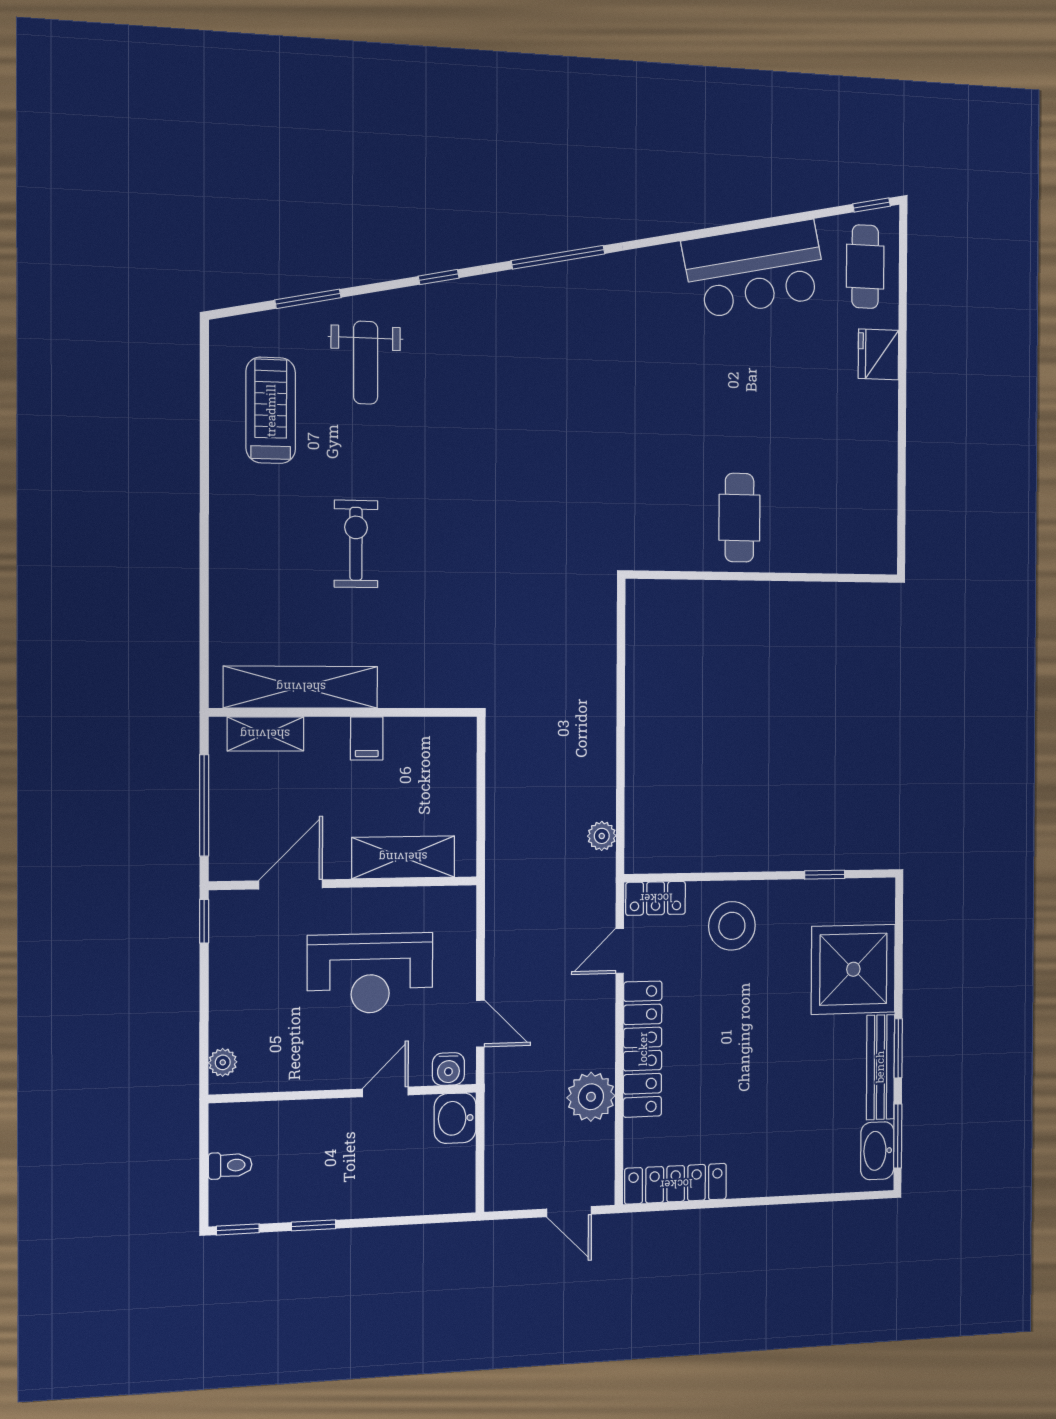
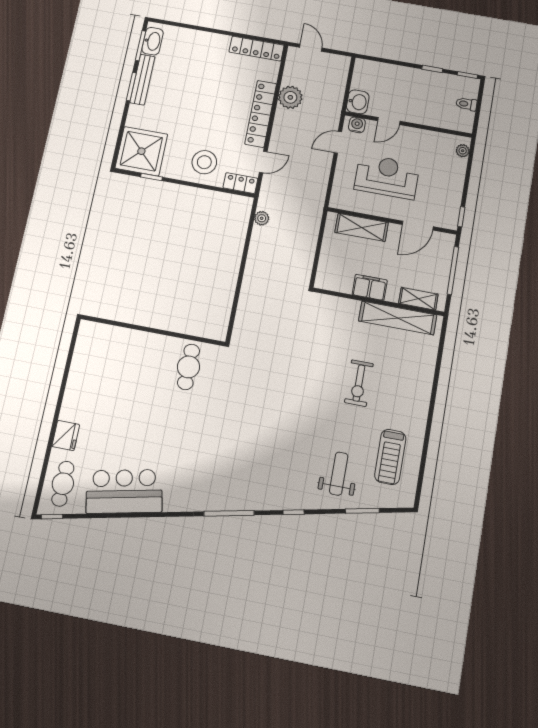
cafe table: (739, 518) -> (188, 367), moved
filing cabinet: (367, 738) -> (370, 287), width x2.00
shower: (853, 969) -> (141, 151), moved
door: (480, 1024) -> (338, 142), hinge flipped

